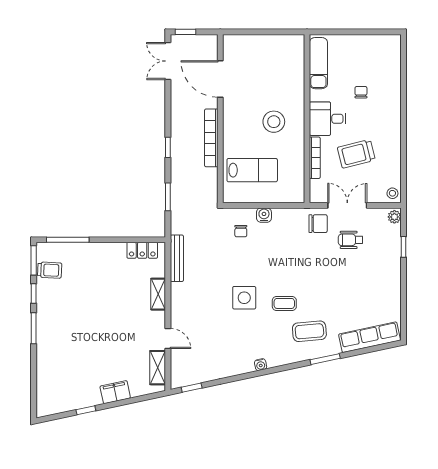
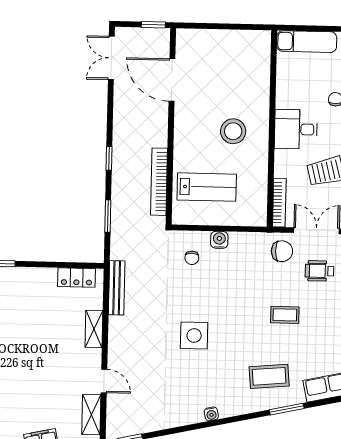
window: (185, 32) -> (153, 25), moved
exam couch: (318, 63) -> (307, 42), moved, turned 90
bookcase: (211, 138) -> (159, 182), moved
bookcase: (315, 158) -> (279, 203), moved
coffee table: (284, 303) -> (285, 315), moved

